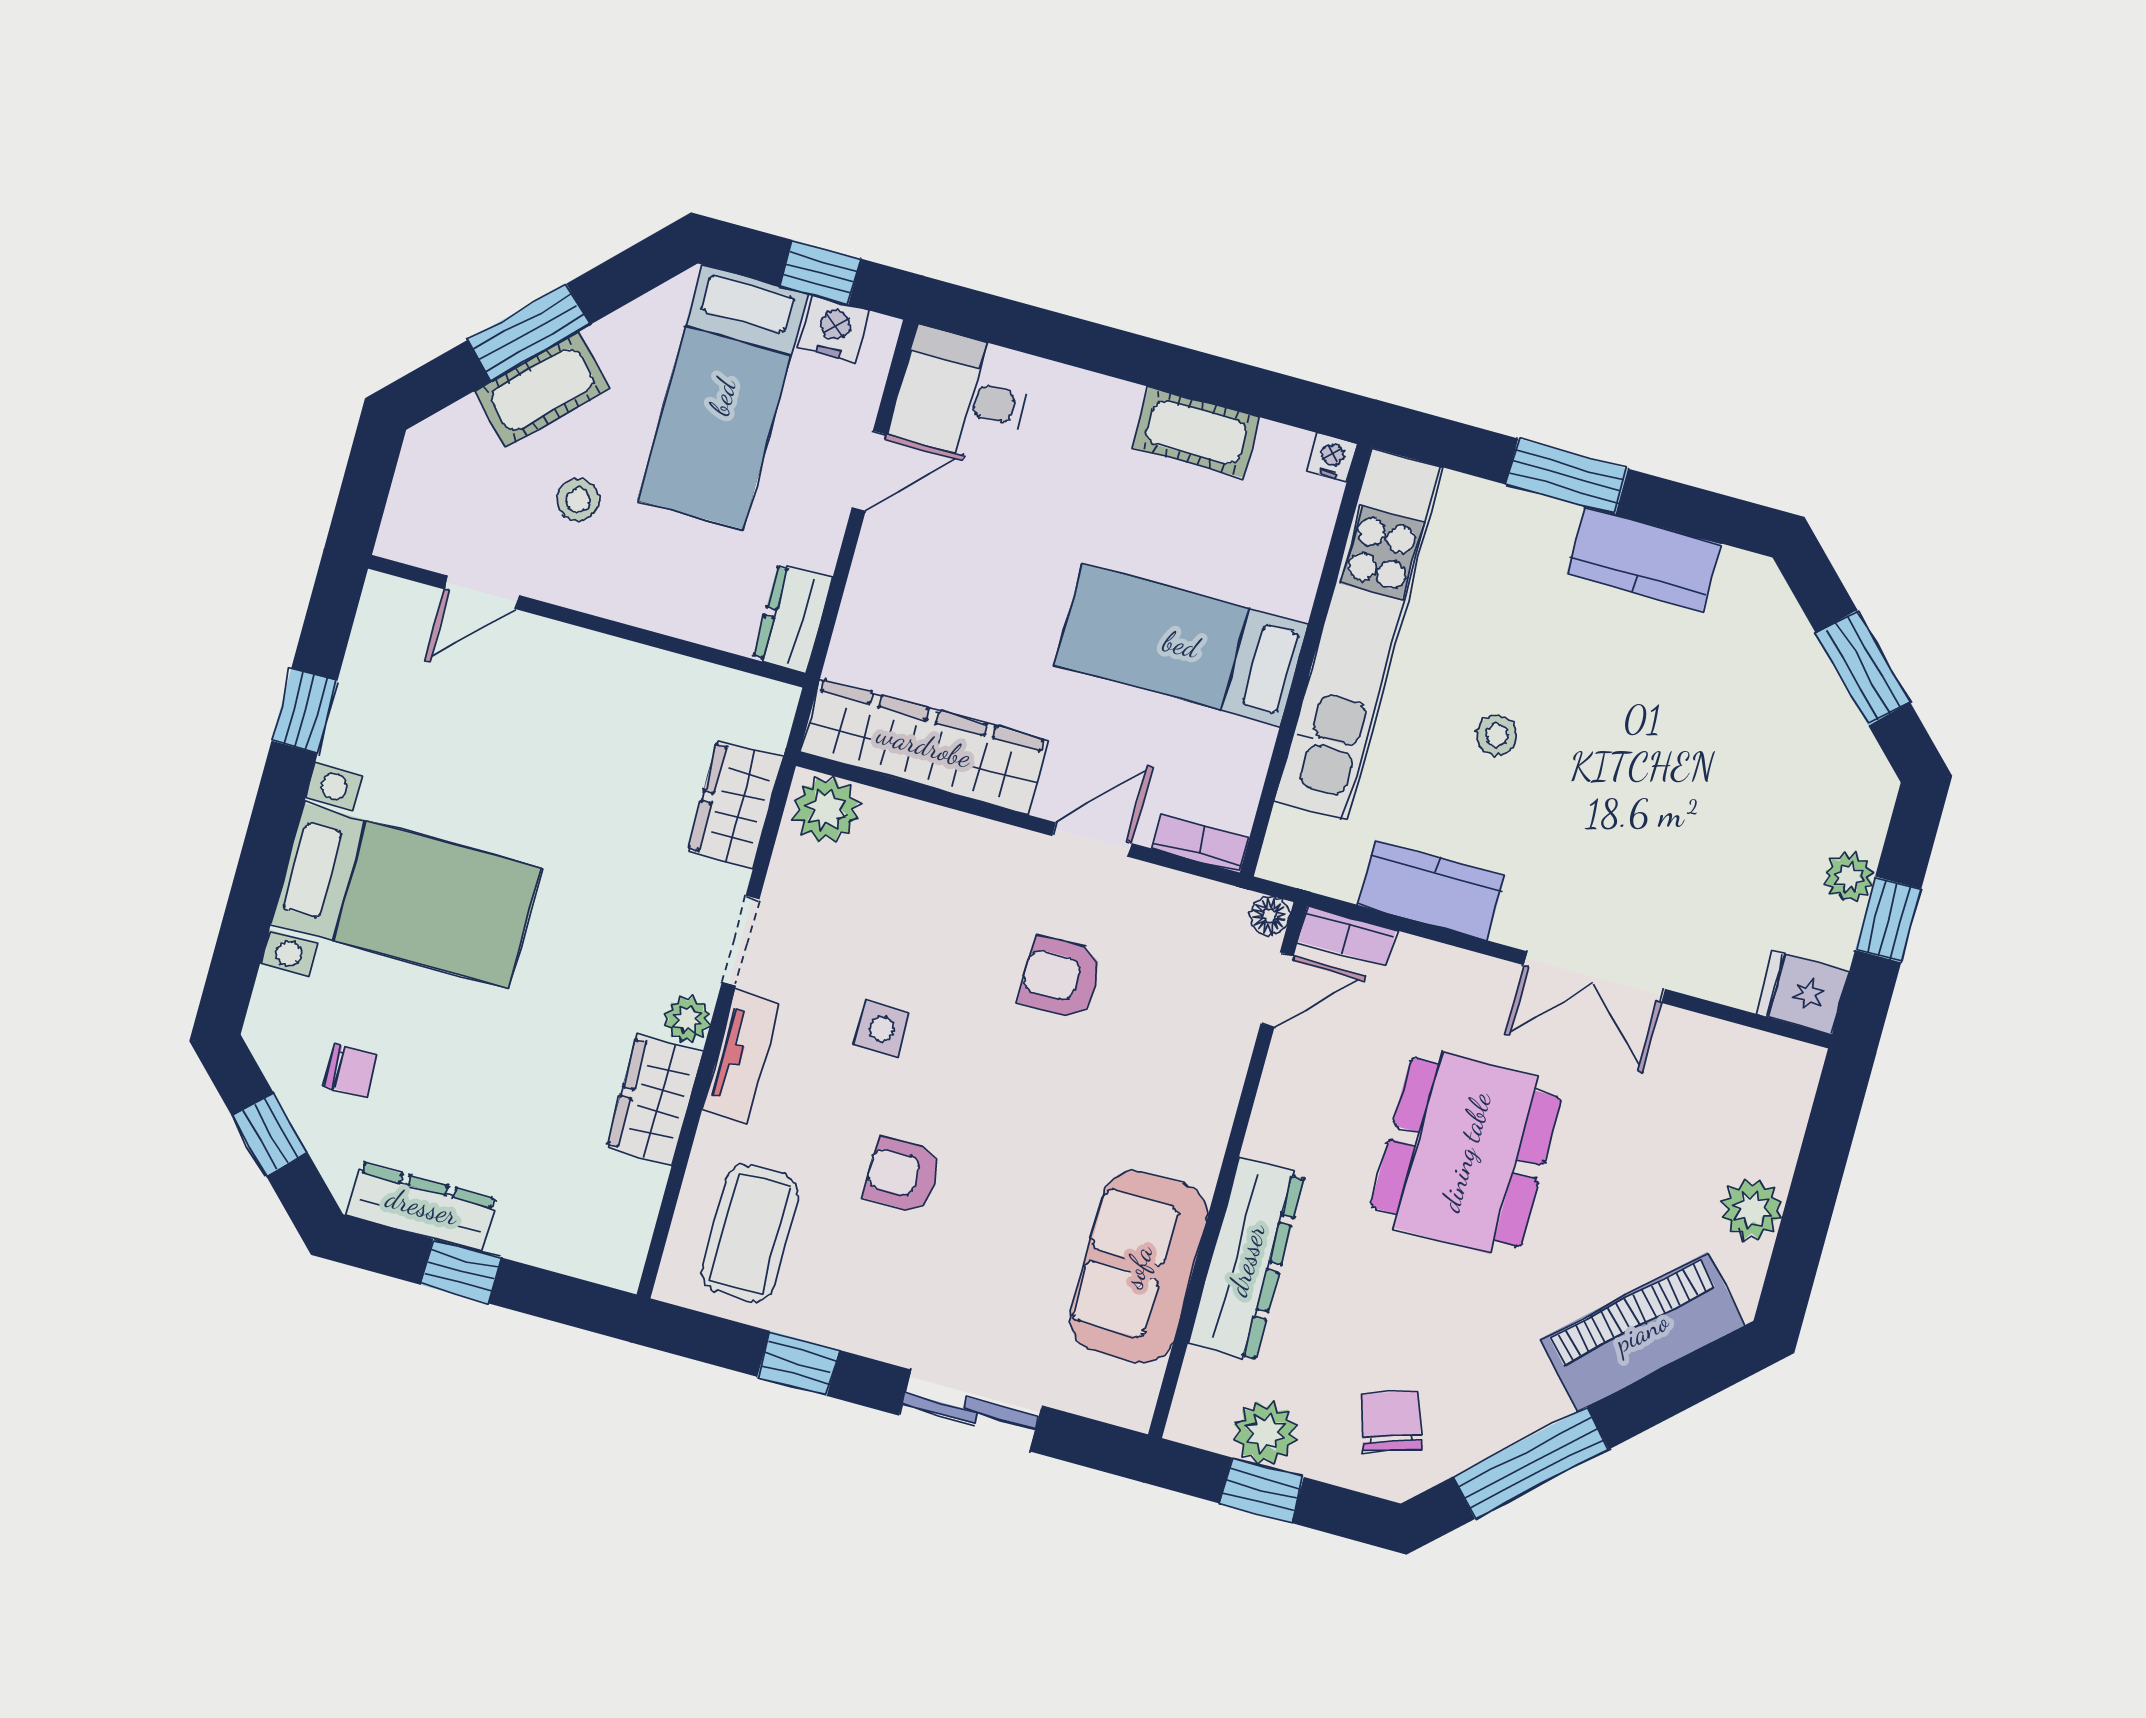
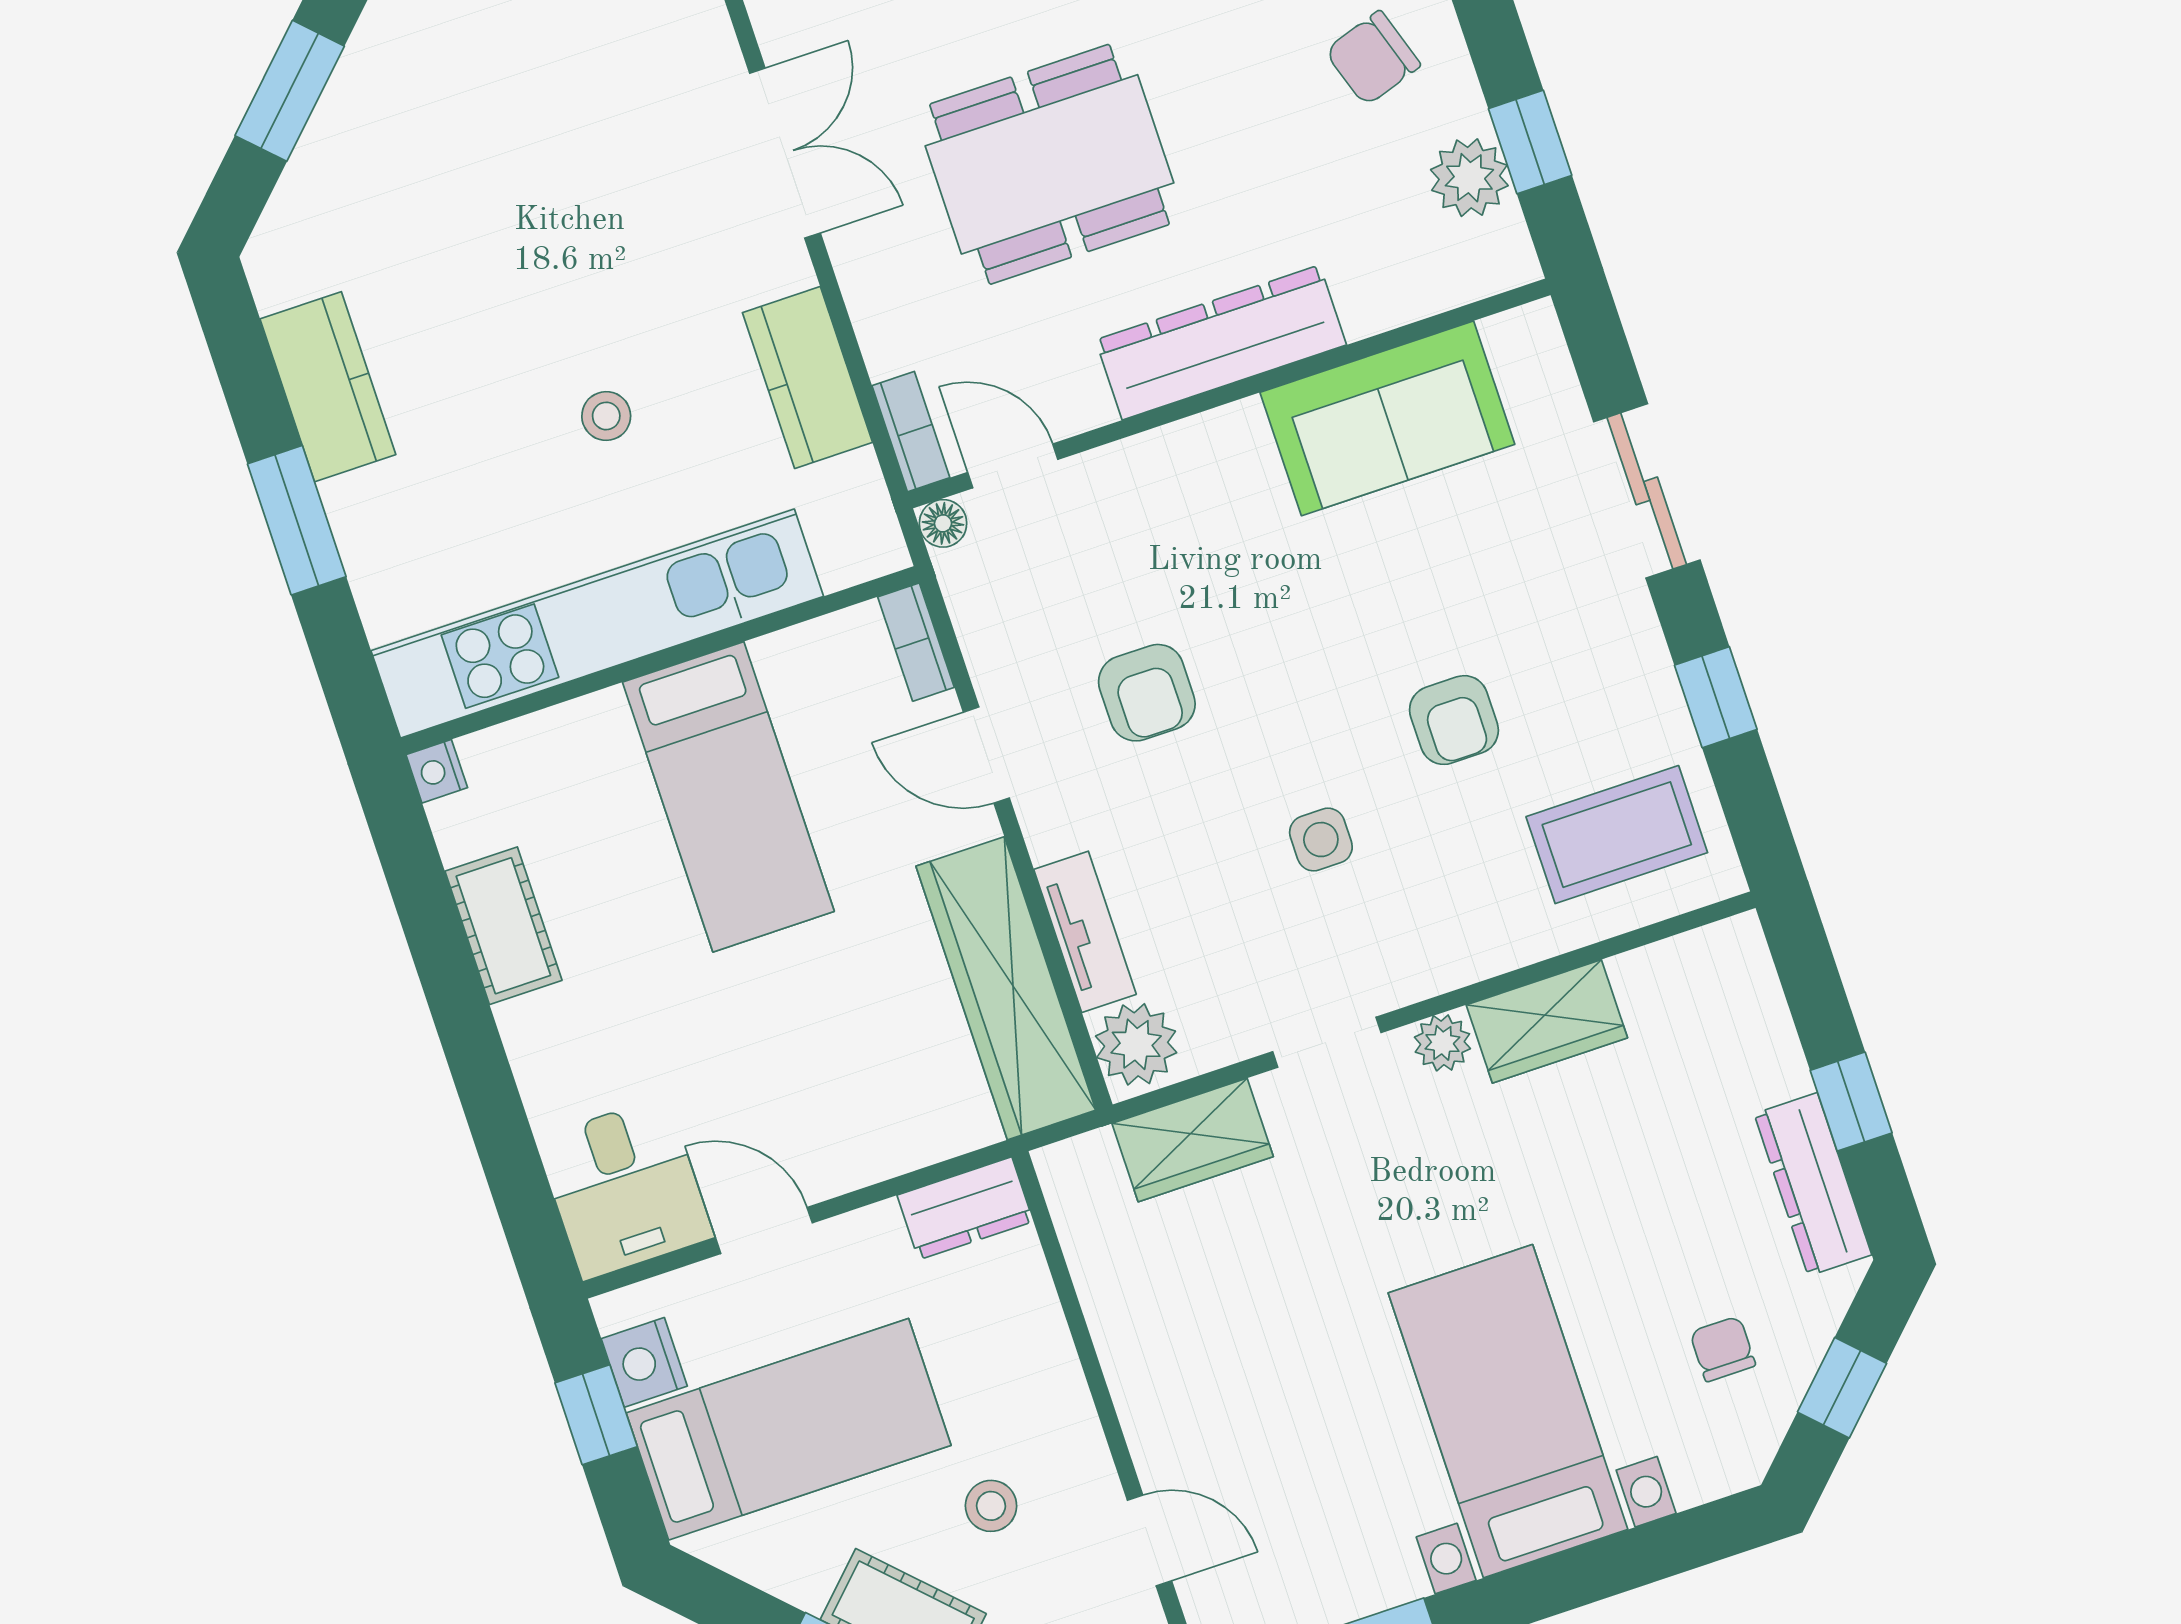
tv unit: (741, 1056) -> (1085, 932), moved, turned 90
dresser: (1247, 1260) -> (1221, 342), moved

